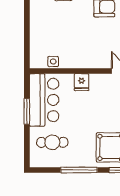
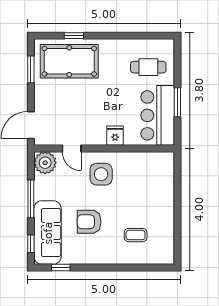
side table: (53, 61) -> (101, 174), moved, width x1.87, depth x1.87
window: (79, 170) -> (118, 36), removed

